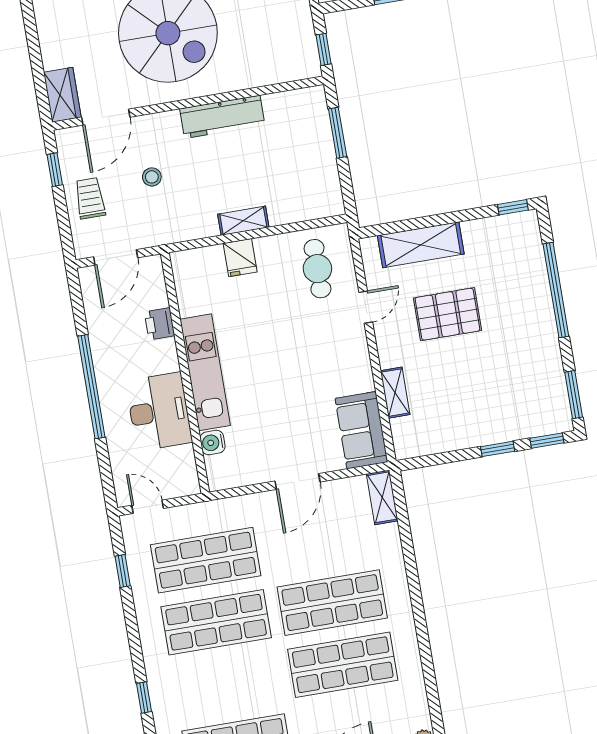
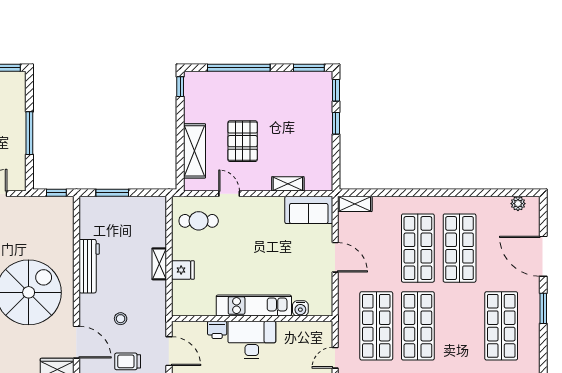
desk: (159, 412) -> (252, 340), moved

